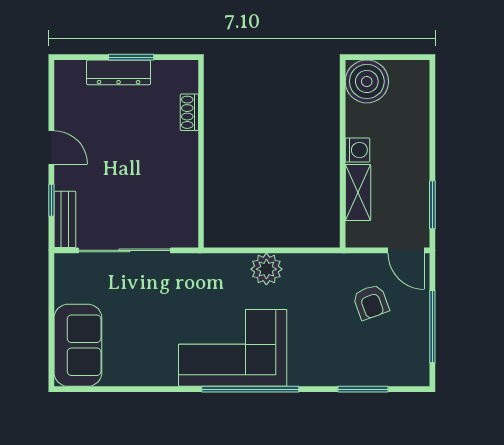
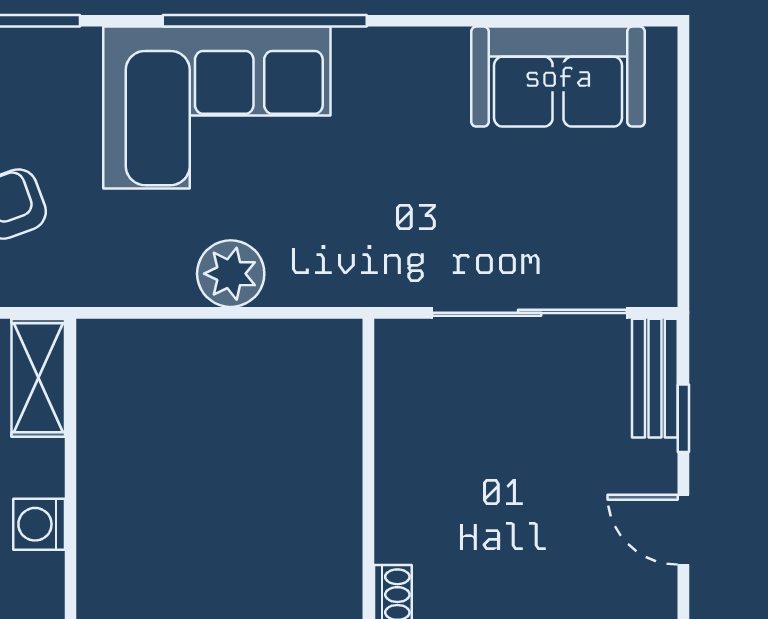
shelving: (358, 192) -> (38, 378), moved
sofa: (78, 345) -> (558, 77), moved, turned -90
corner sofa: (233, 348) -> (217, 108), moved

